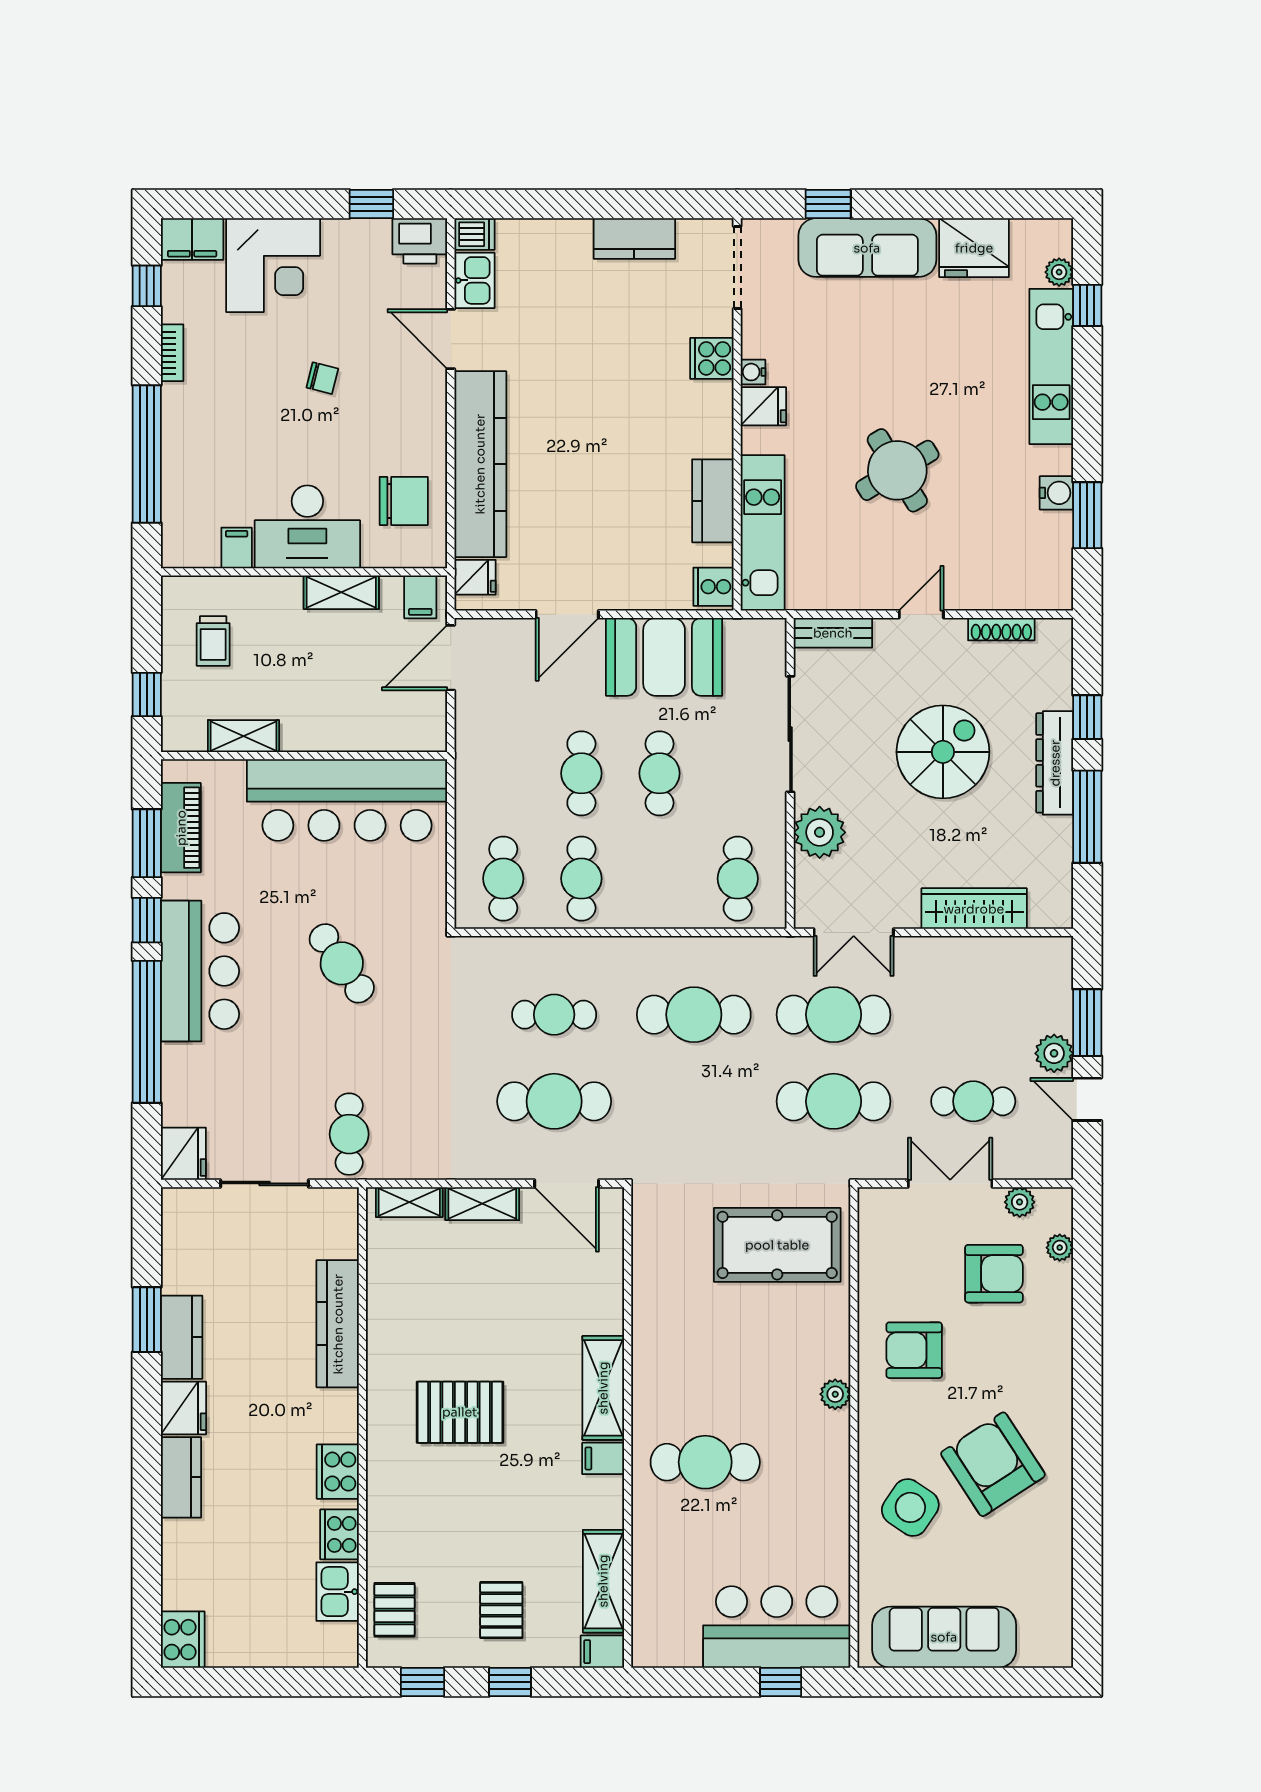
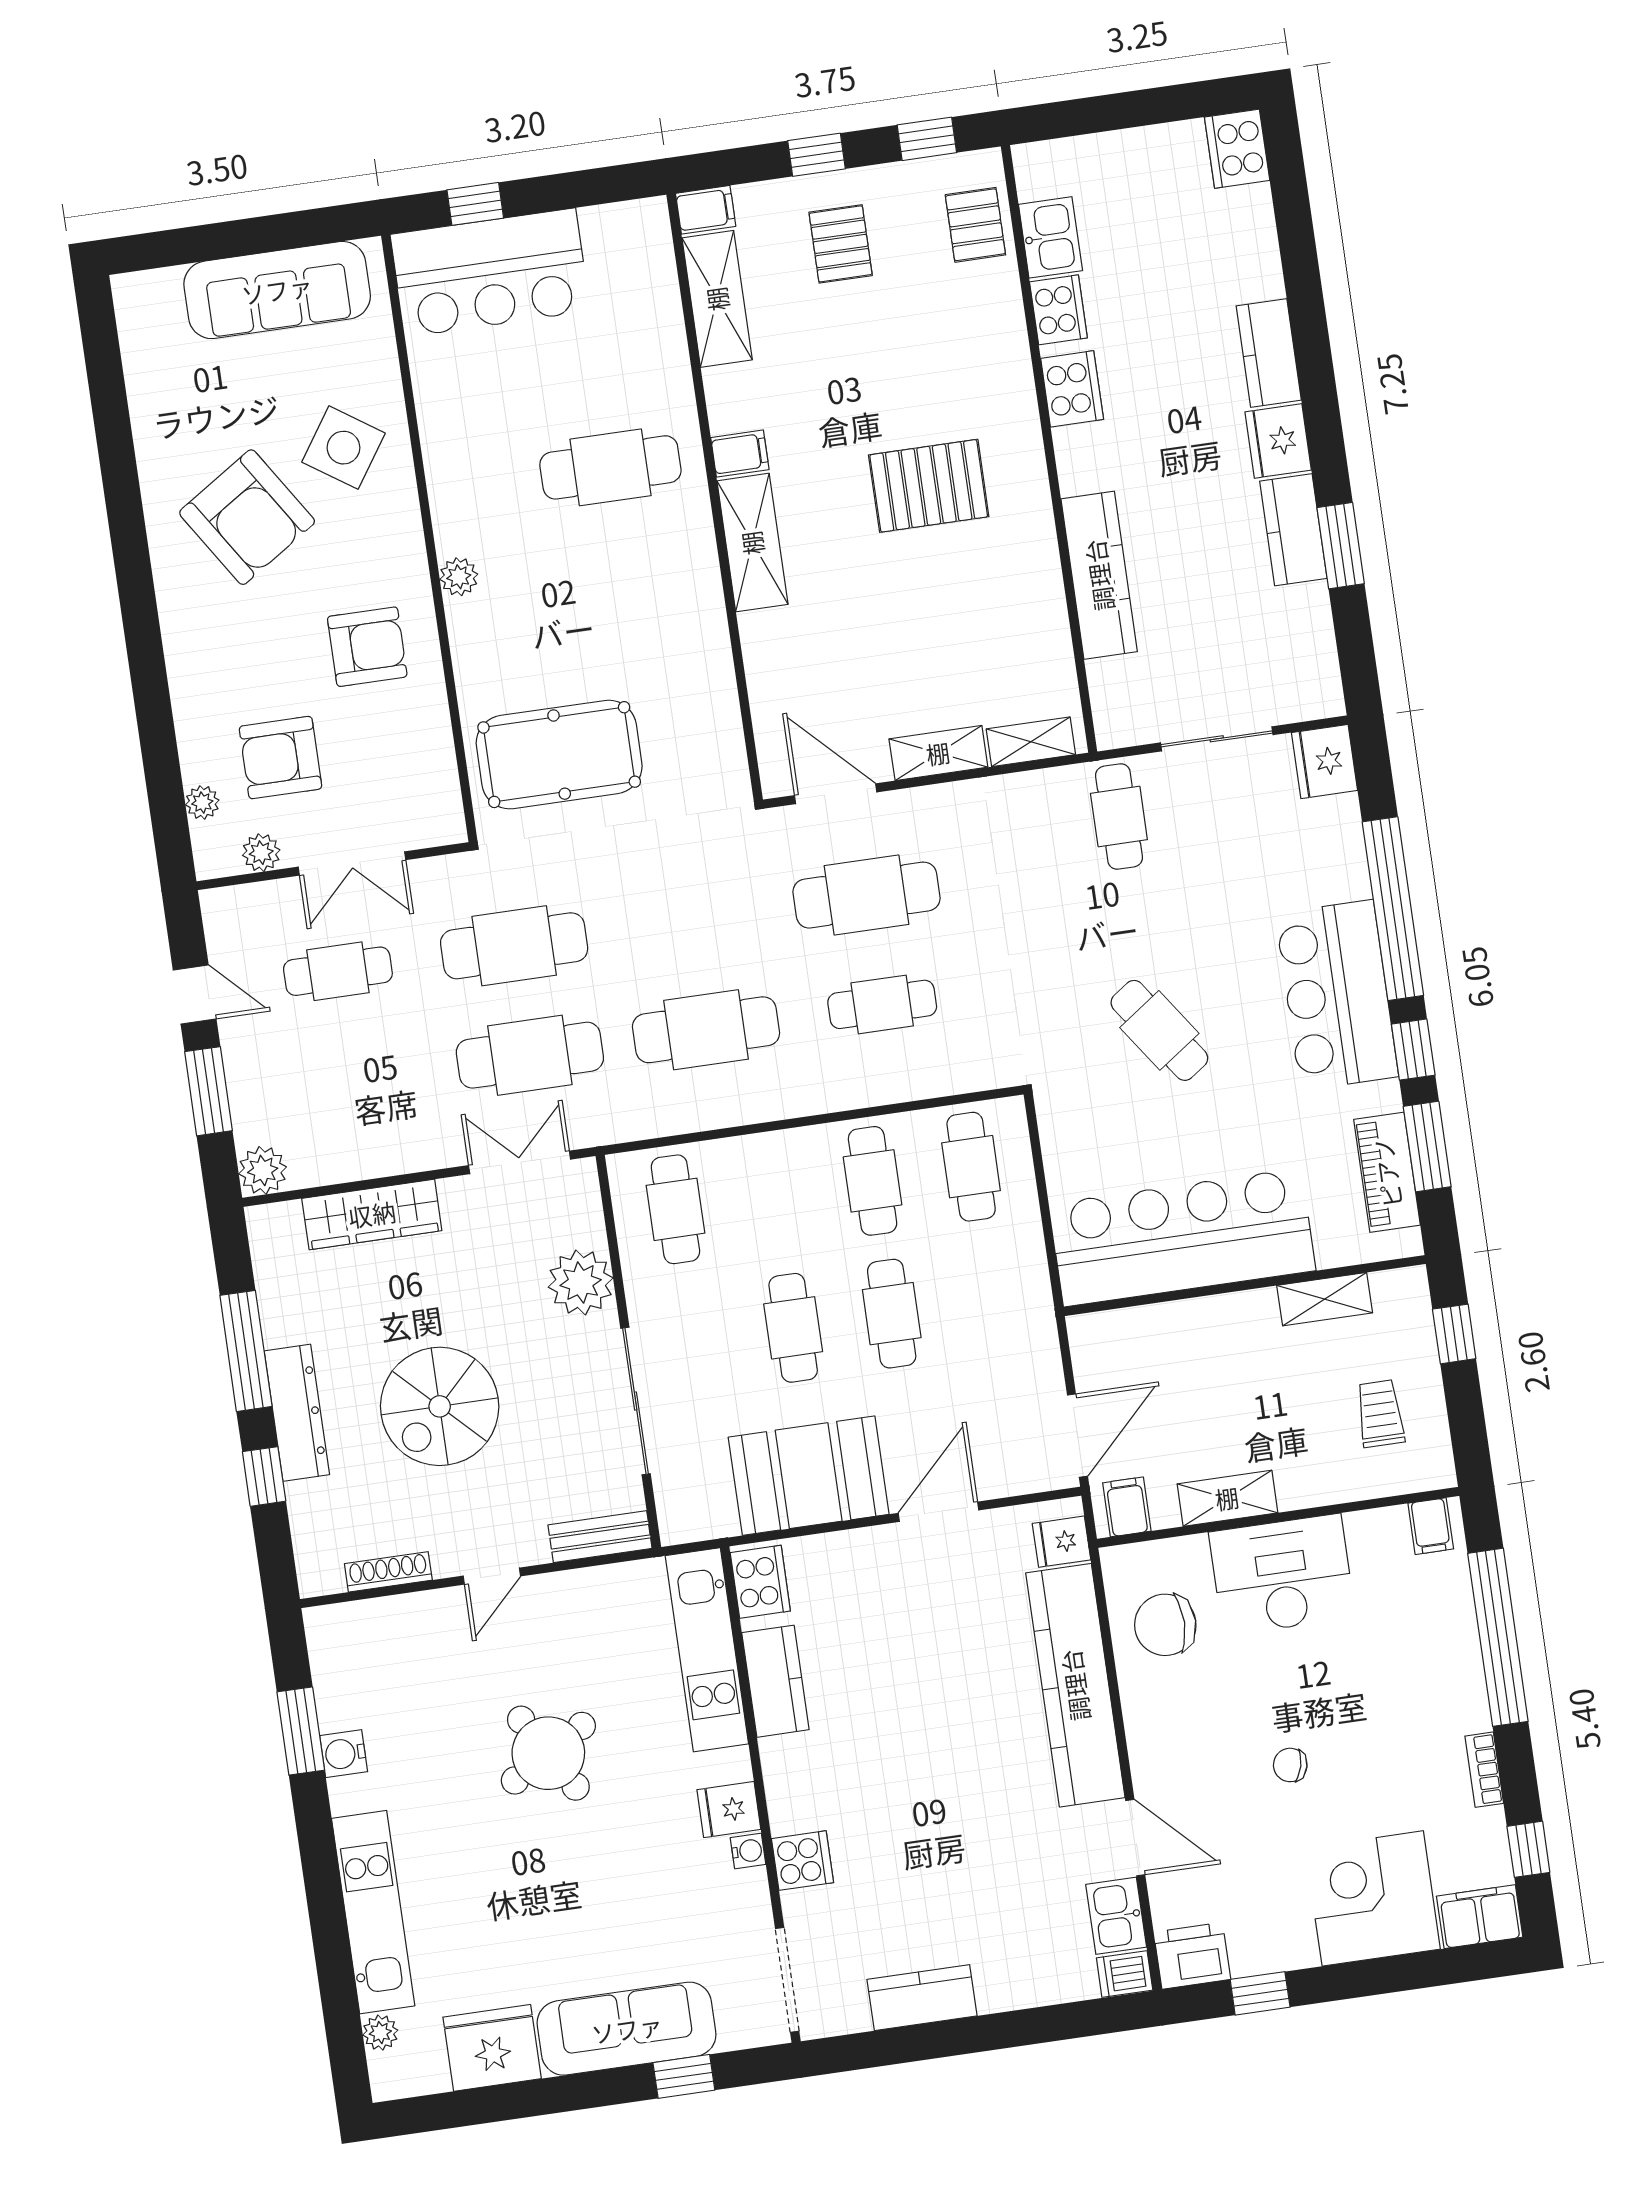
window: (1087, 305) -> (339, 1996), removed
filing cabinet: (237, 548) -> (1431, 1526), moved
cooker: (713, 587) -> (760, 1582), width x1.36
plant: (1054, 1053) -> (263, 1170), moved

